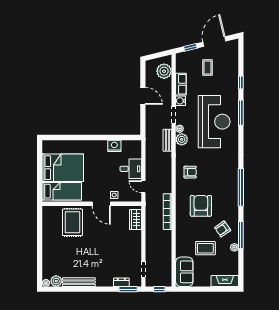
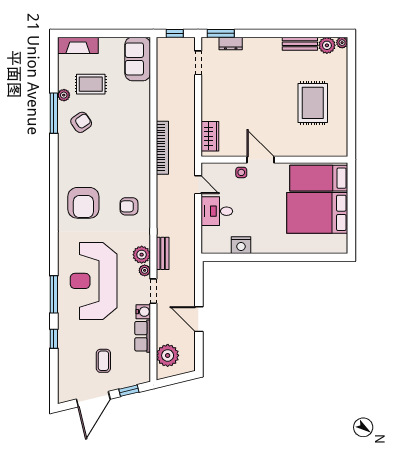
window: (241, 187) -> (54, 184), removed
armchair: (201, 206) -> (83, 203), moved
rug: (72, 222) -> (313, 103), moved
rug: (205, 248) -> (91, 84), moved
bench: (79, 282) -> (300, 44), width x0.73

